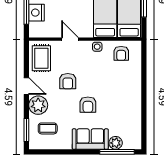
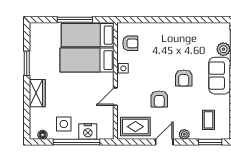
armchair: (68, 81) -> (159, 99), turned 90
plant: (38, 105) -> (184, 134), width x0.53, depth x0.53
armchair: (88, 105) -> (184, 78), turned 90

